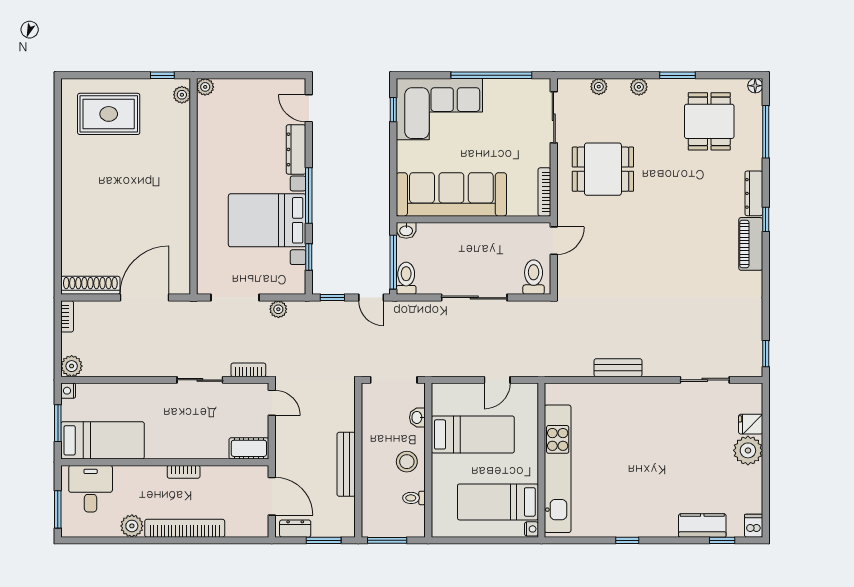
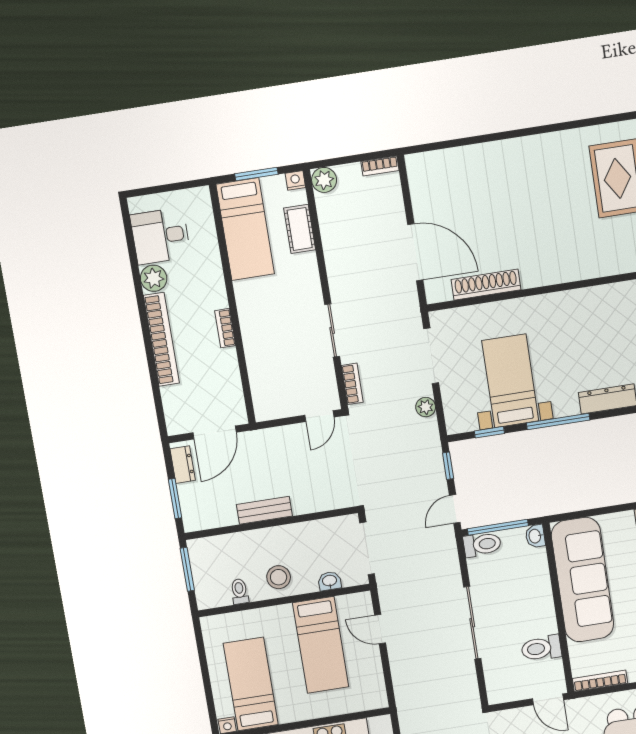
bed with nightstands: (267, 220) -> (510, 381), width x0.73
toilet: (534, 277) -> (541, 648), moved, turned 180
shoe rack: (90, 285) -> (486, 285), moved, turned -90
door: (497, 380) -> (380, 629), moved
cot: (249, 448) -> (300, 229), moved
bench: (346, 464) -> (264, 510), width x0.73
desk: (91, 489) -> (160, 236), moved, turned 180
window: (58, 509) -> (158, 189), removed

